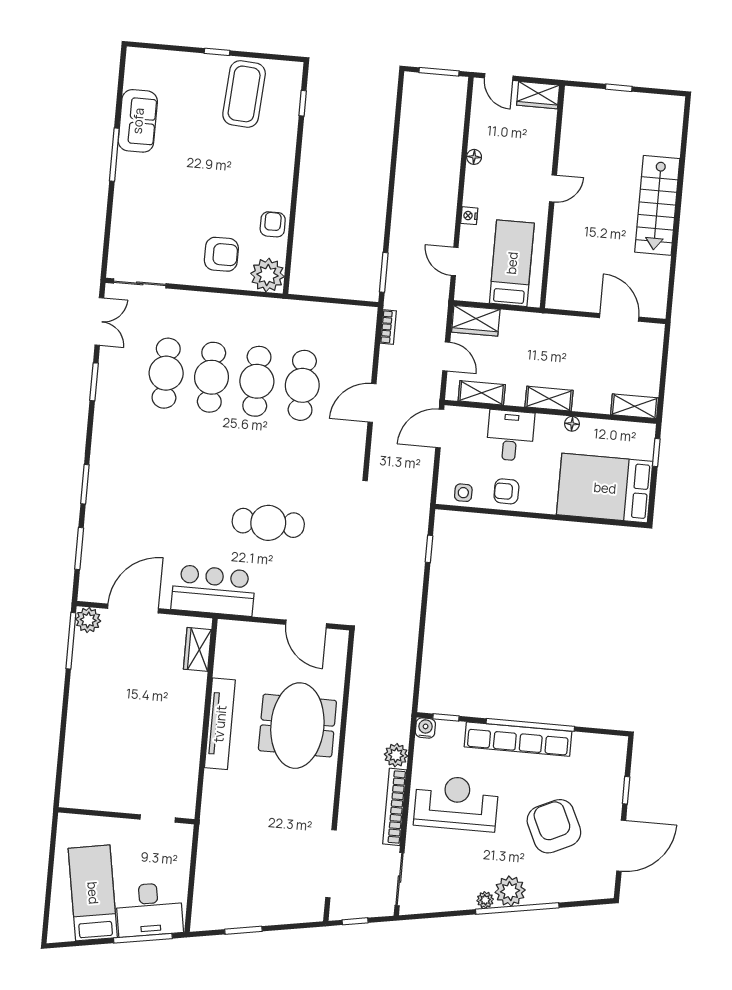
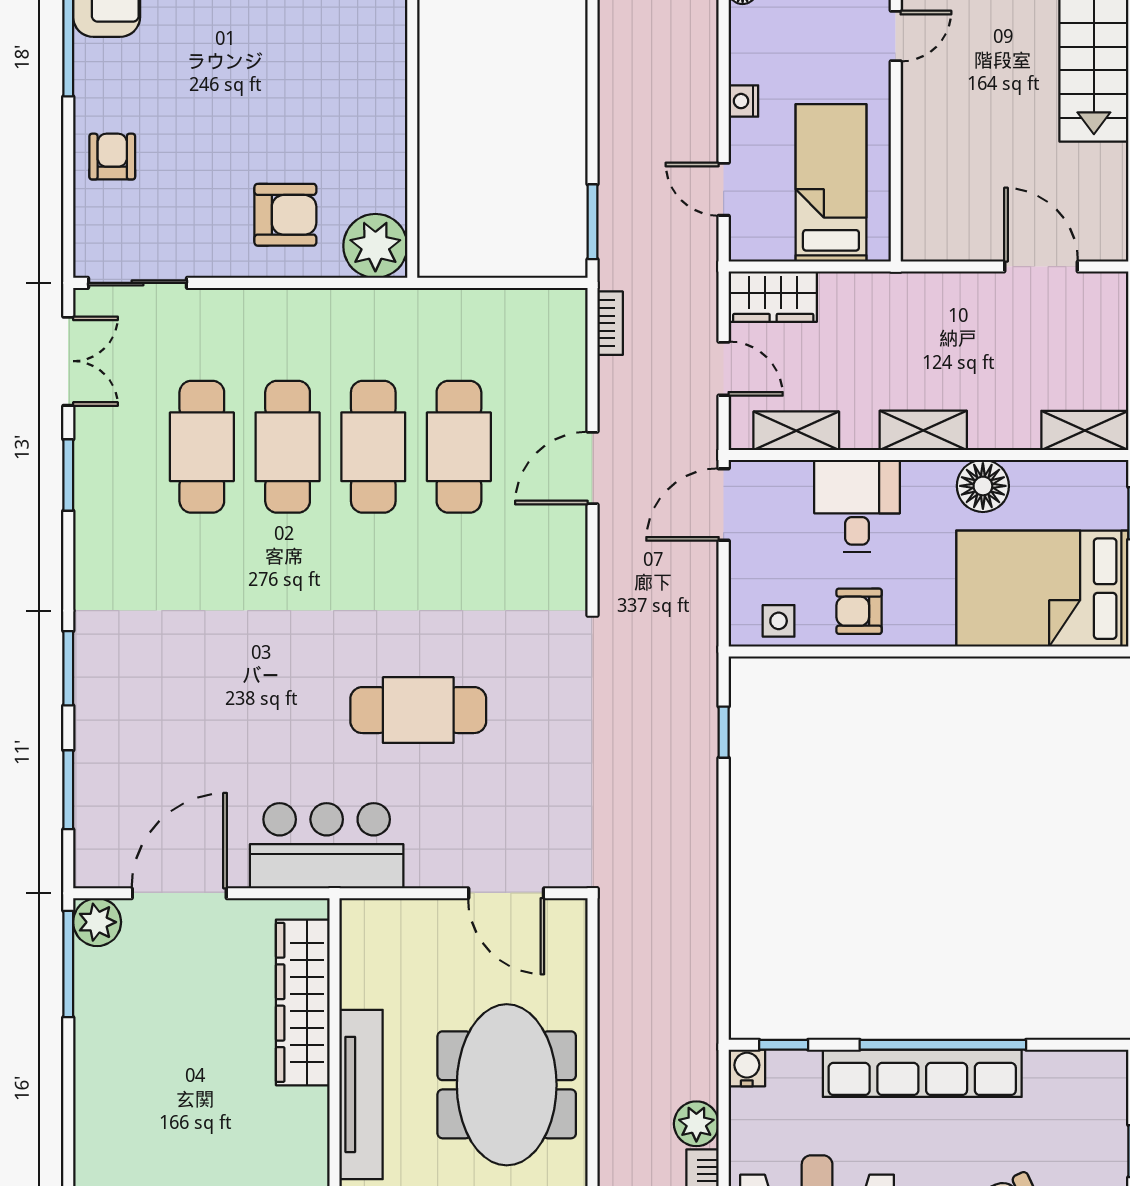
armchair: (273, 224) -> (112, 157), moved
floor lamp: (572, 424) -> (983, 486), width x1.89, depth x1.89
wardrobe: (197, 649) -> (303, 1002), width x2.10, depth x1.17

